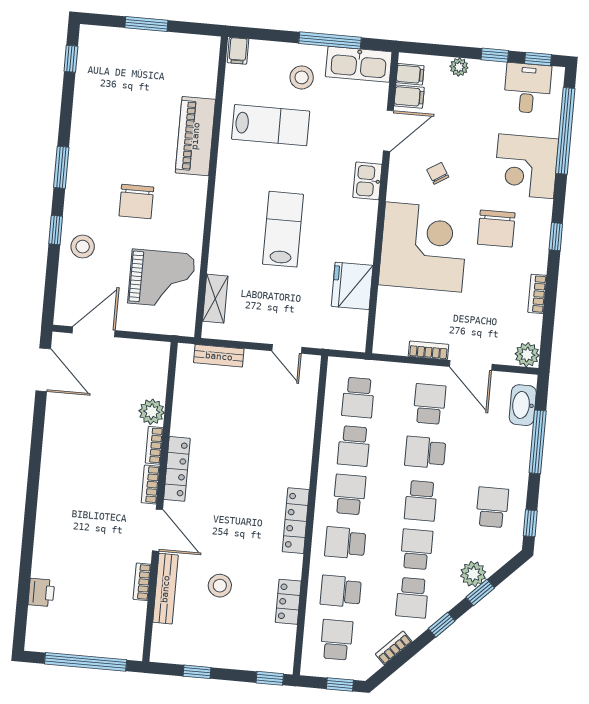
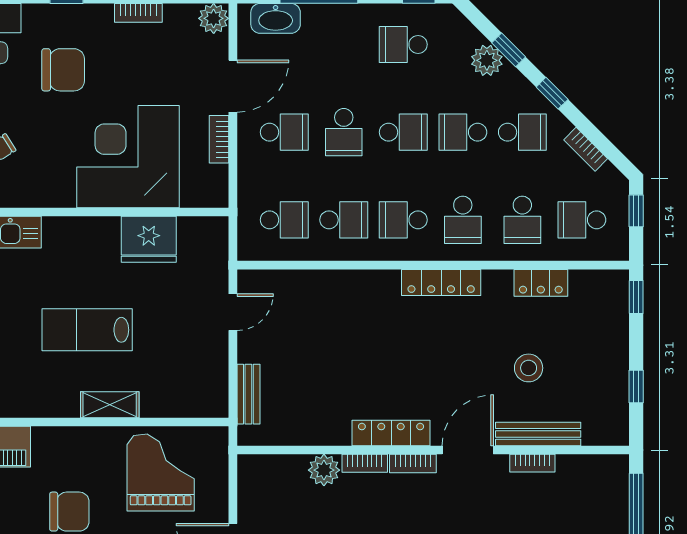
corner desk: (423, 247) -> (128, 157), moved
shelving: (215, 299) -> (110, 405), moved
school desk: (429, 404) -> (284, 132), turned 180

